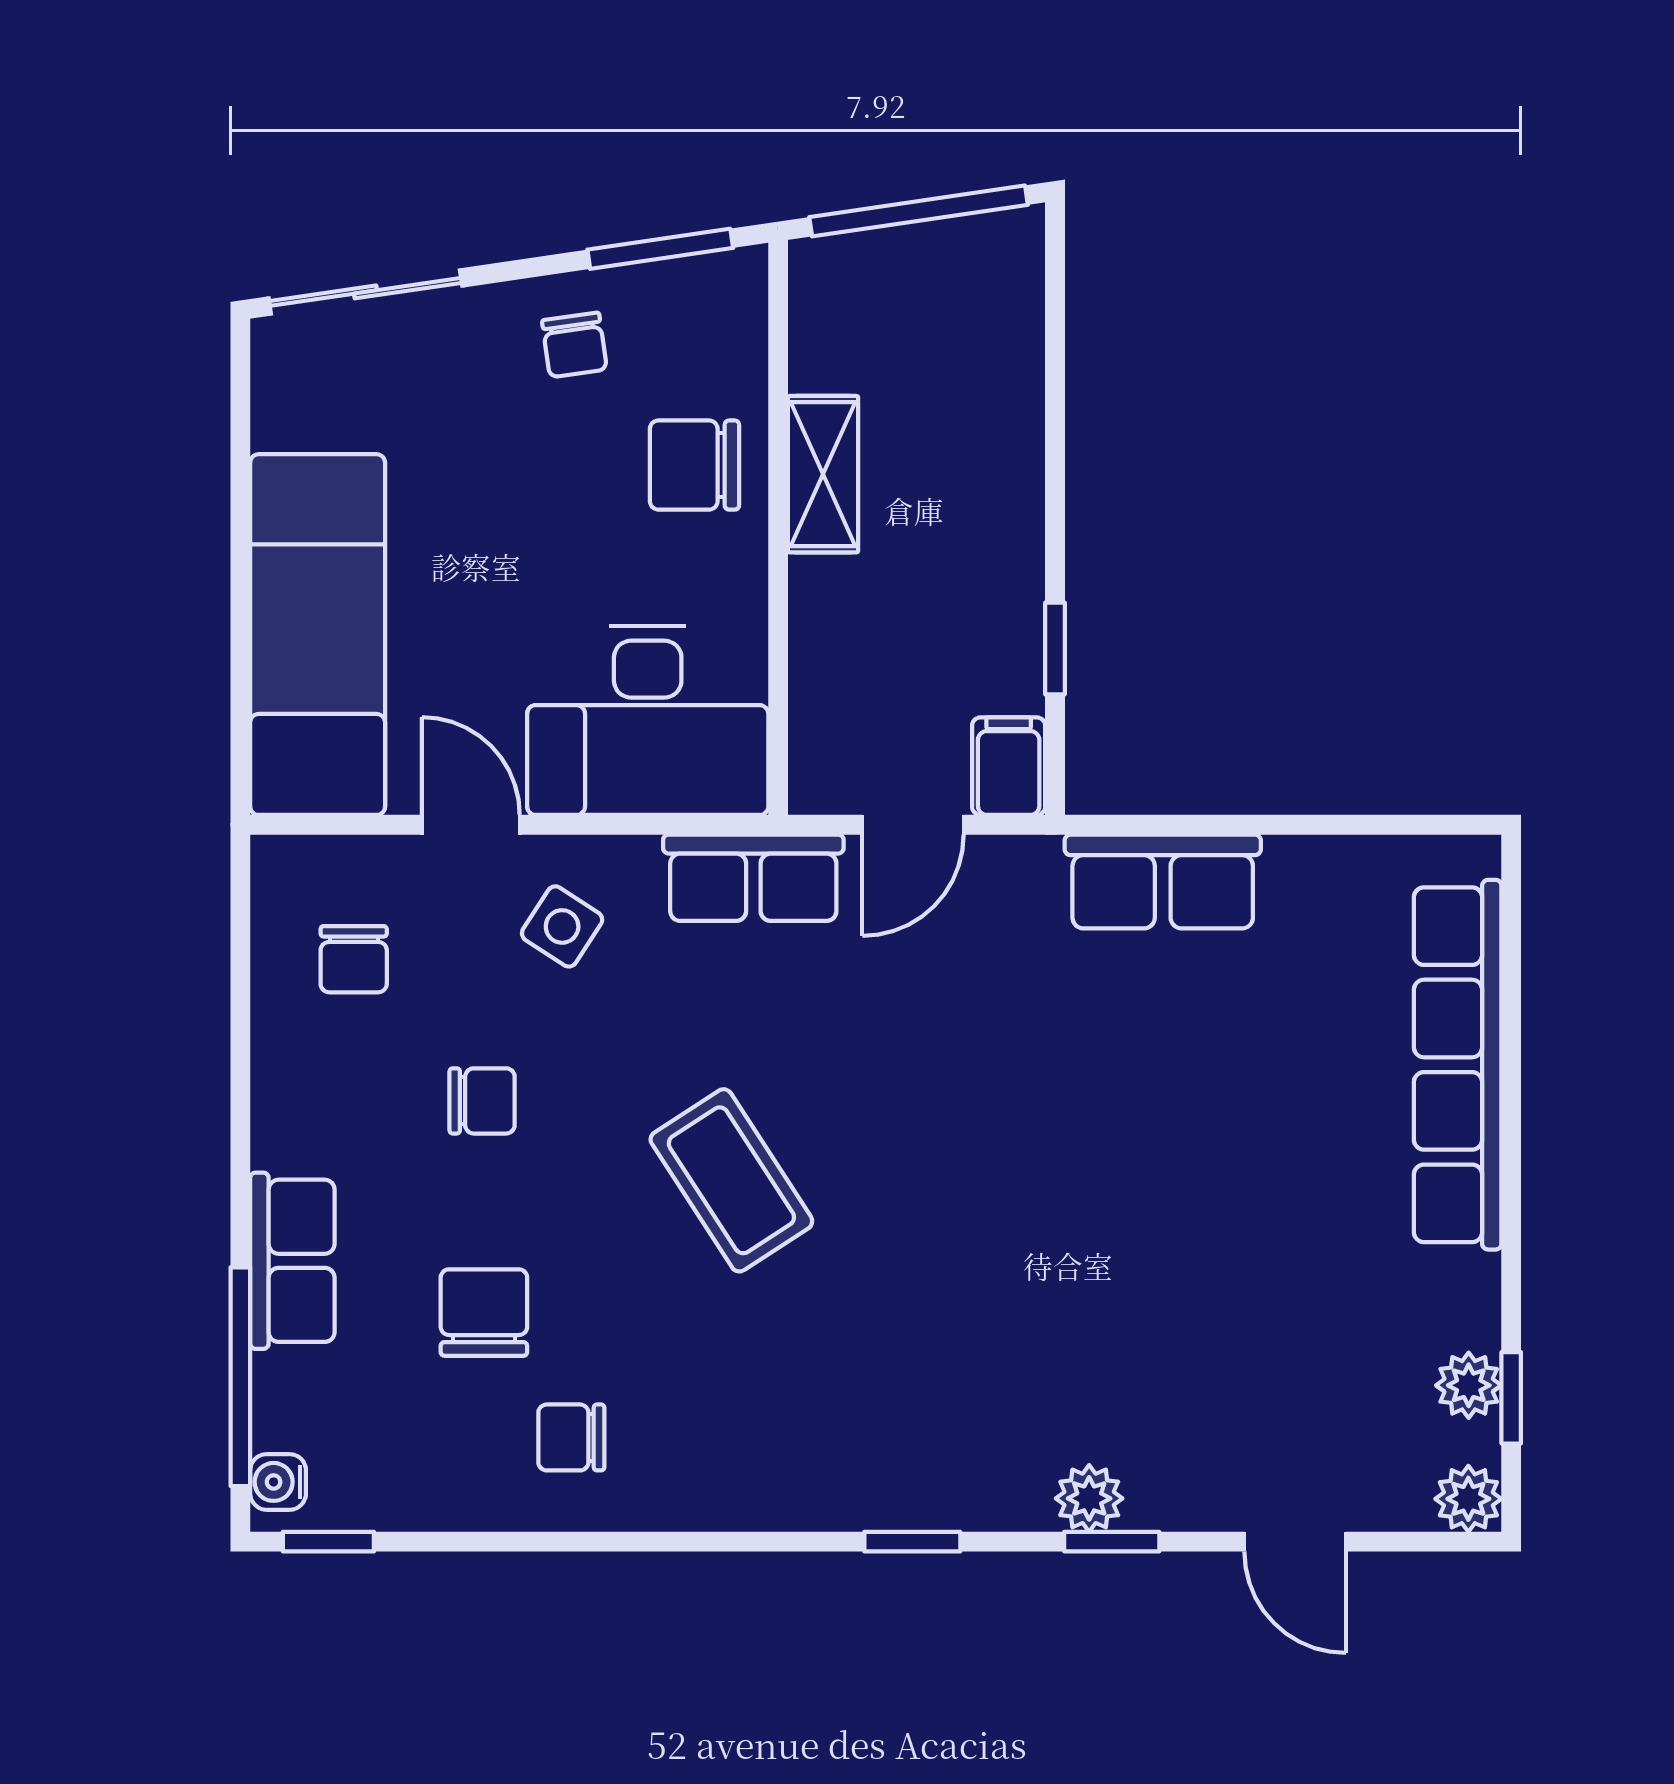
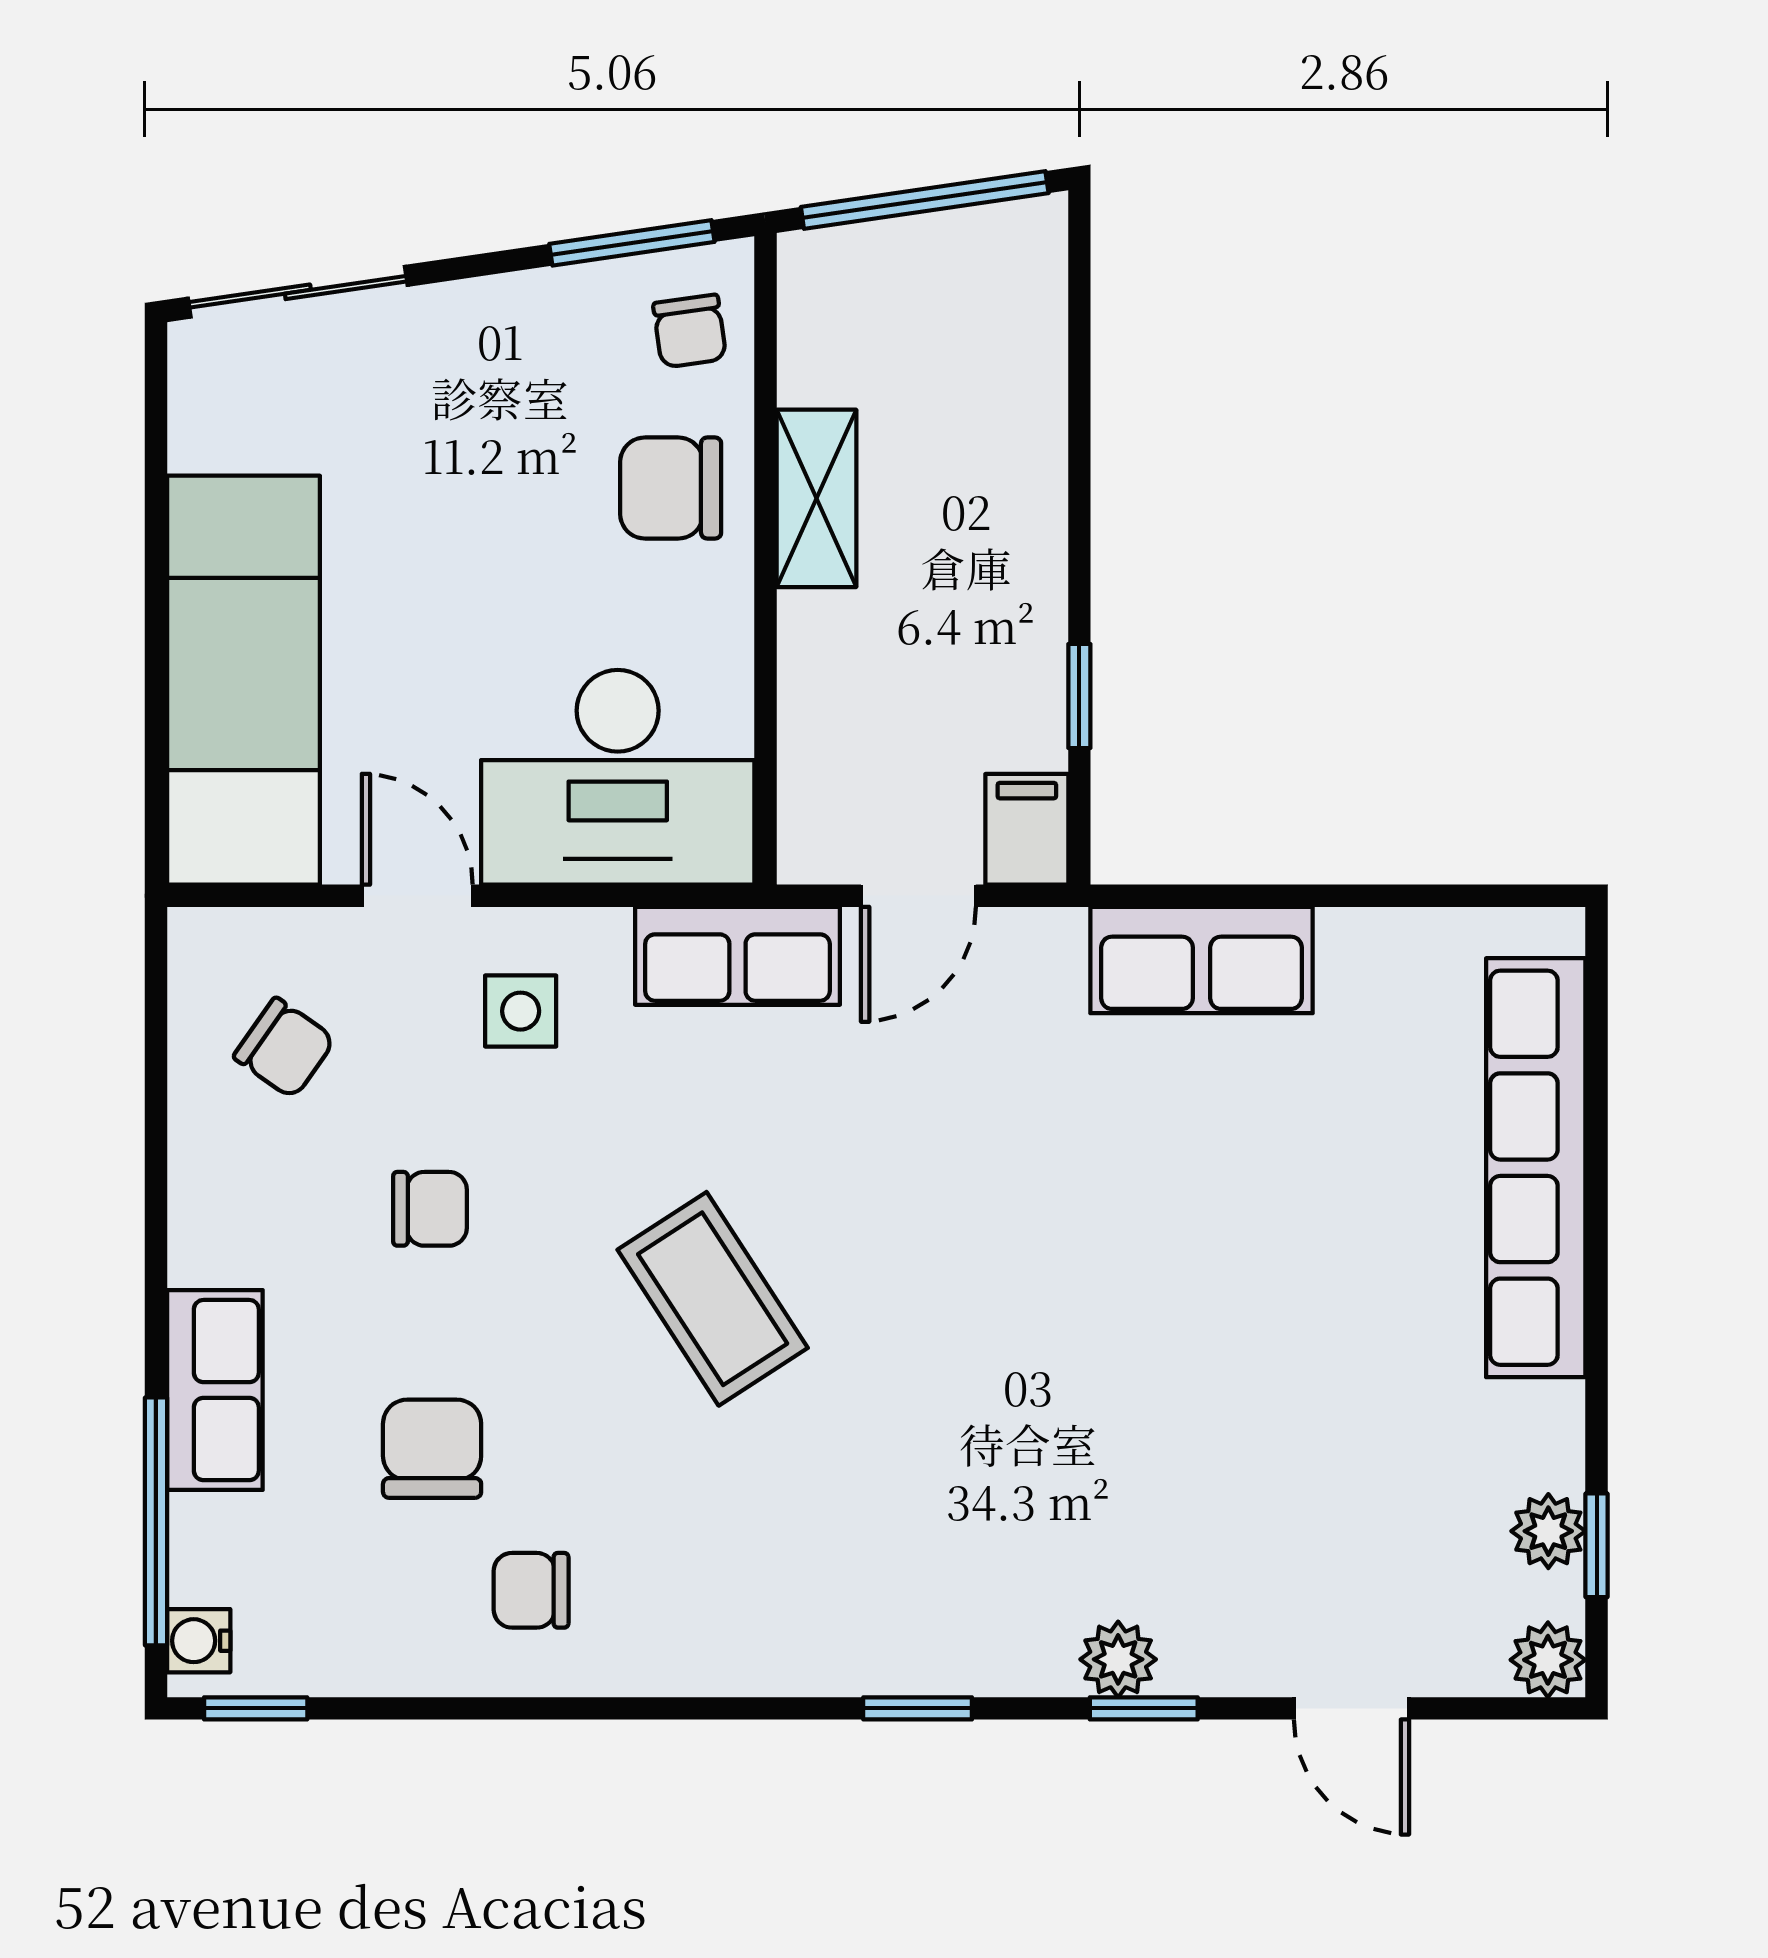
chair: (574, 345) -> (690, 331), moved
side table: (562, 926) -> (521, 1011), turned -33
chair: (354, 959) -> (284, 1048), turned -55

